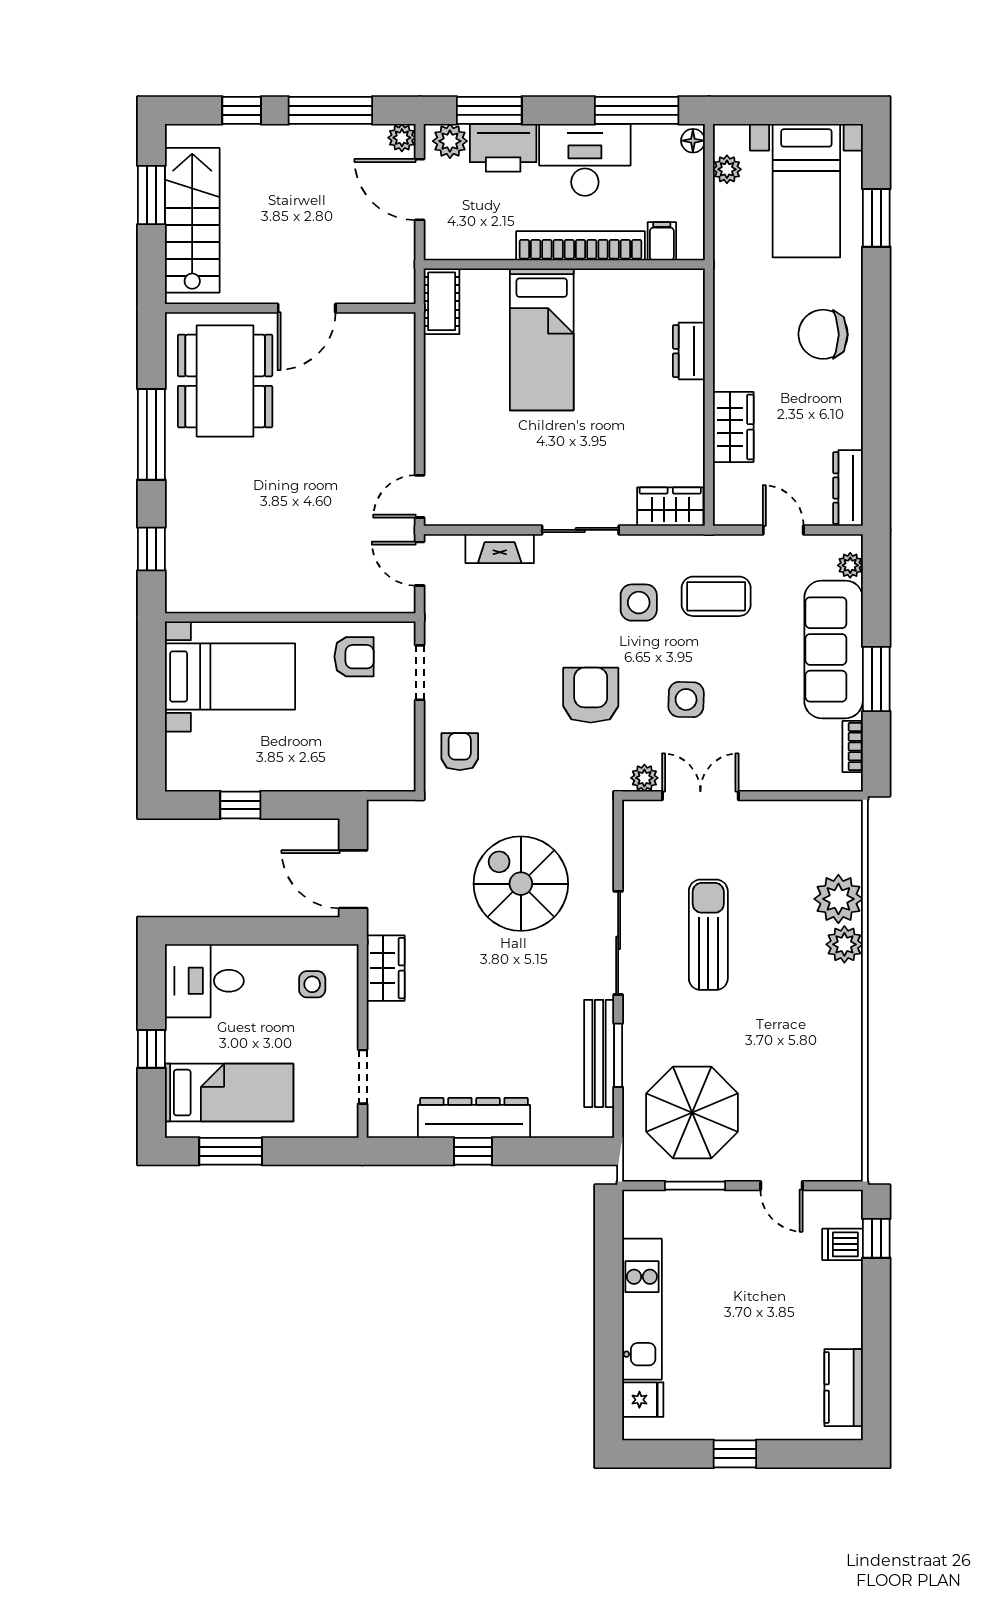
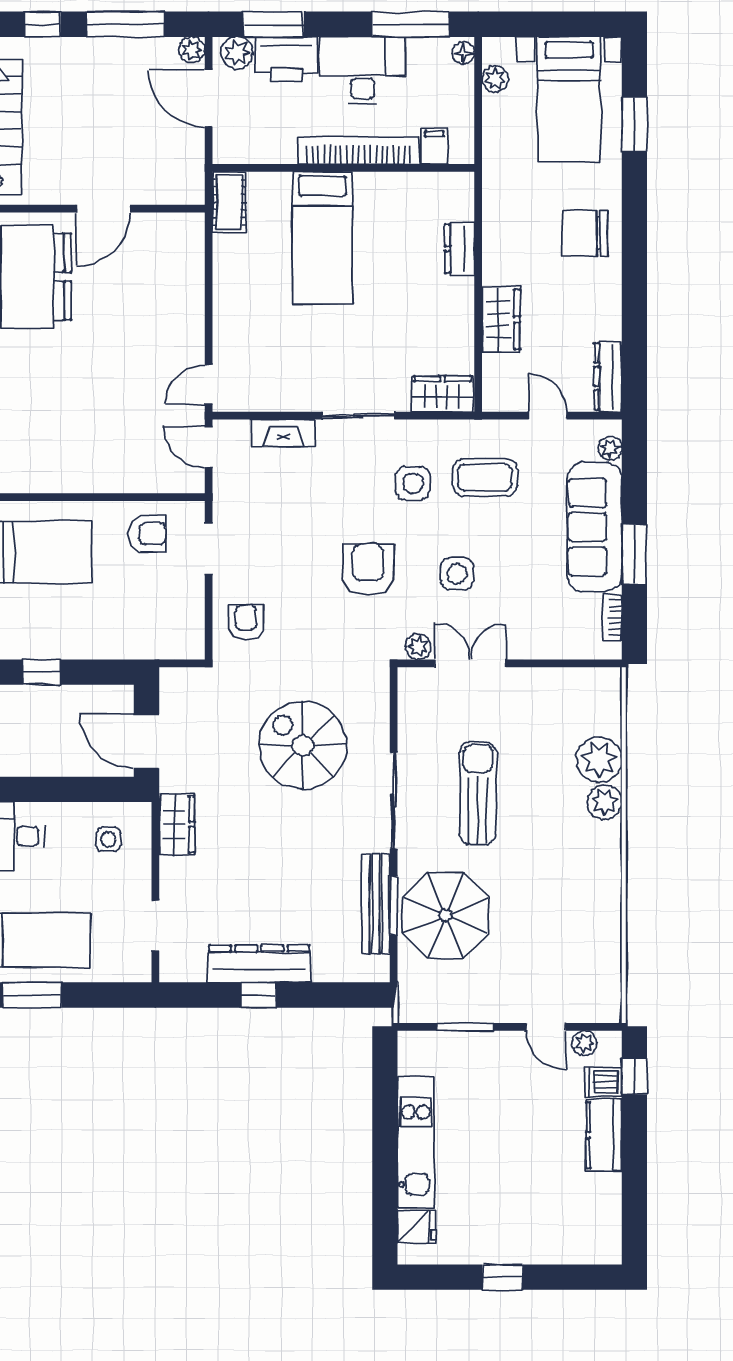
parasol: (692, 1113) -> (445, 915), moved
plant: (823, 1203) -> (584, 1043), added
kitchen counter: (844, 1388) -> (604, 1135), moved

